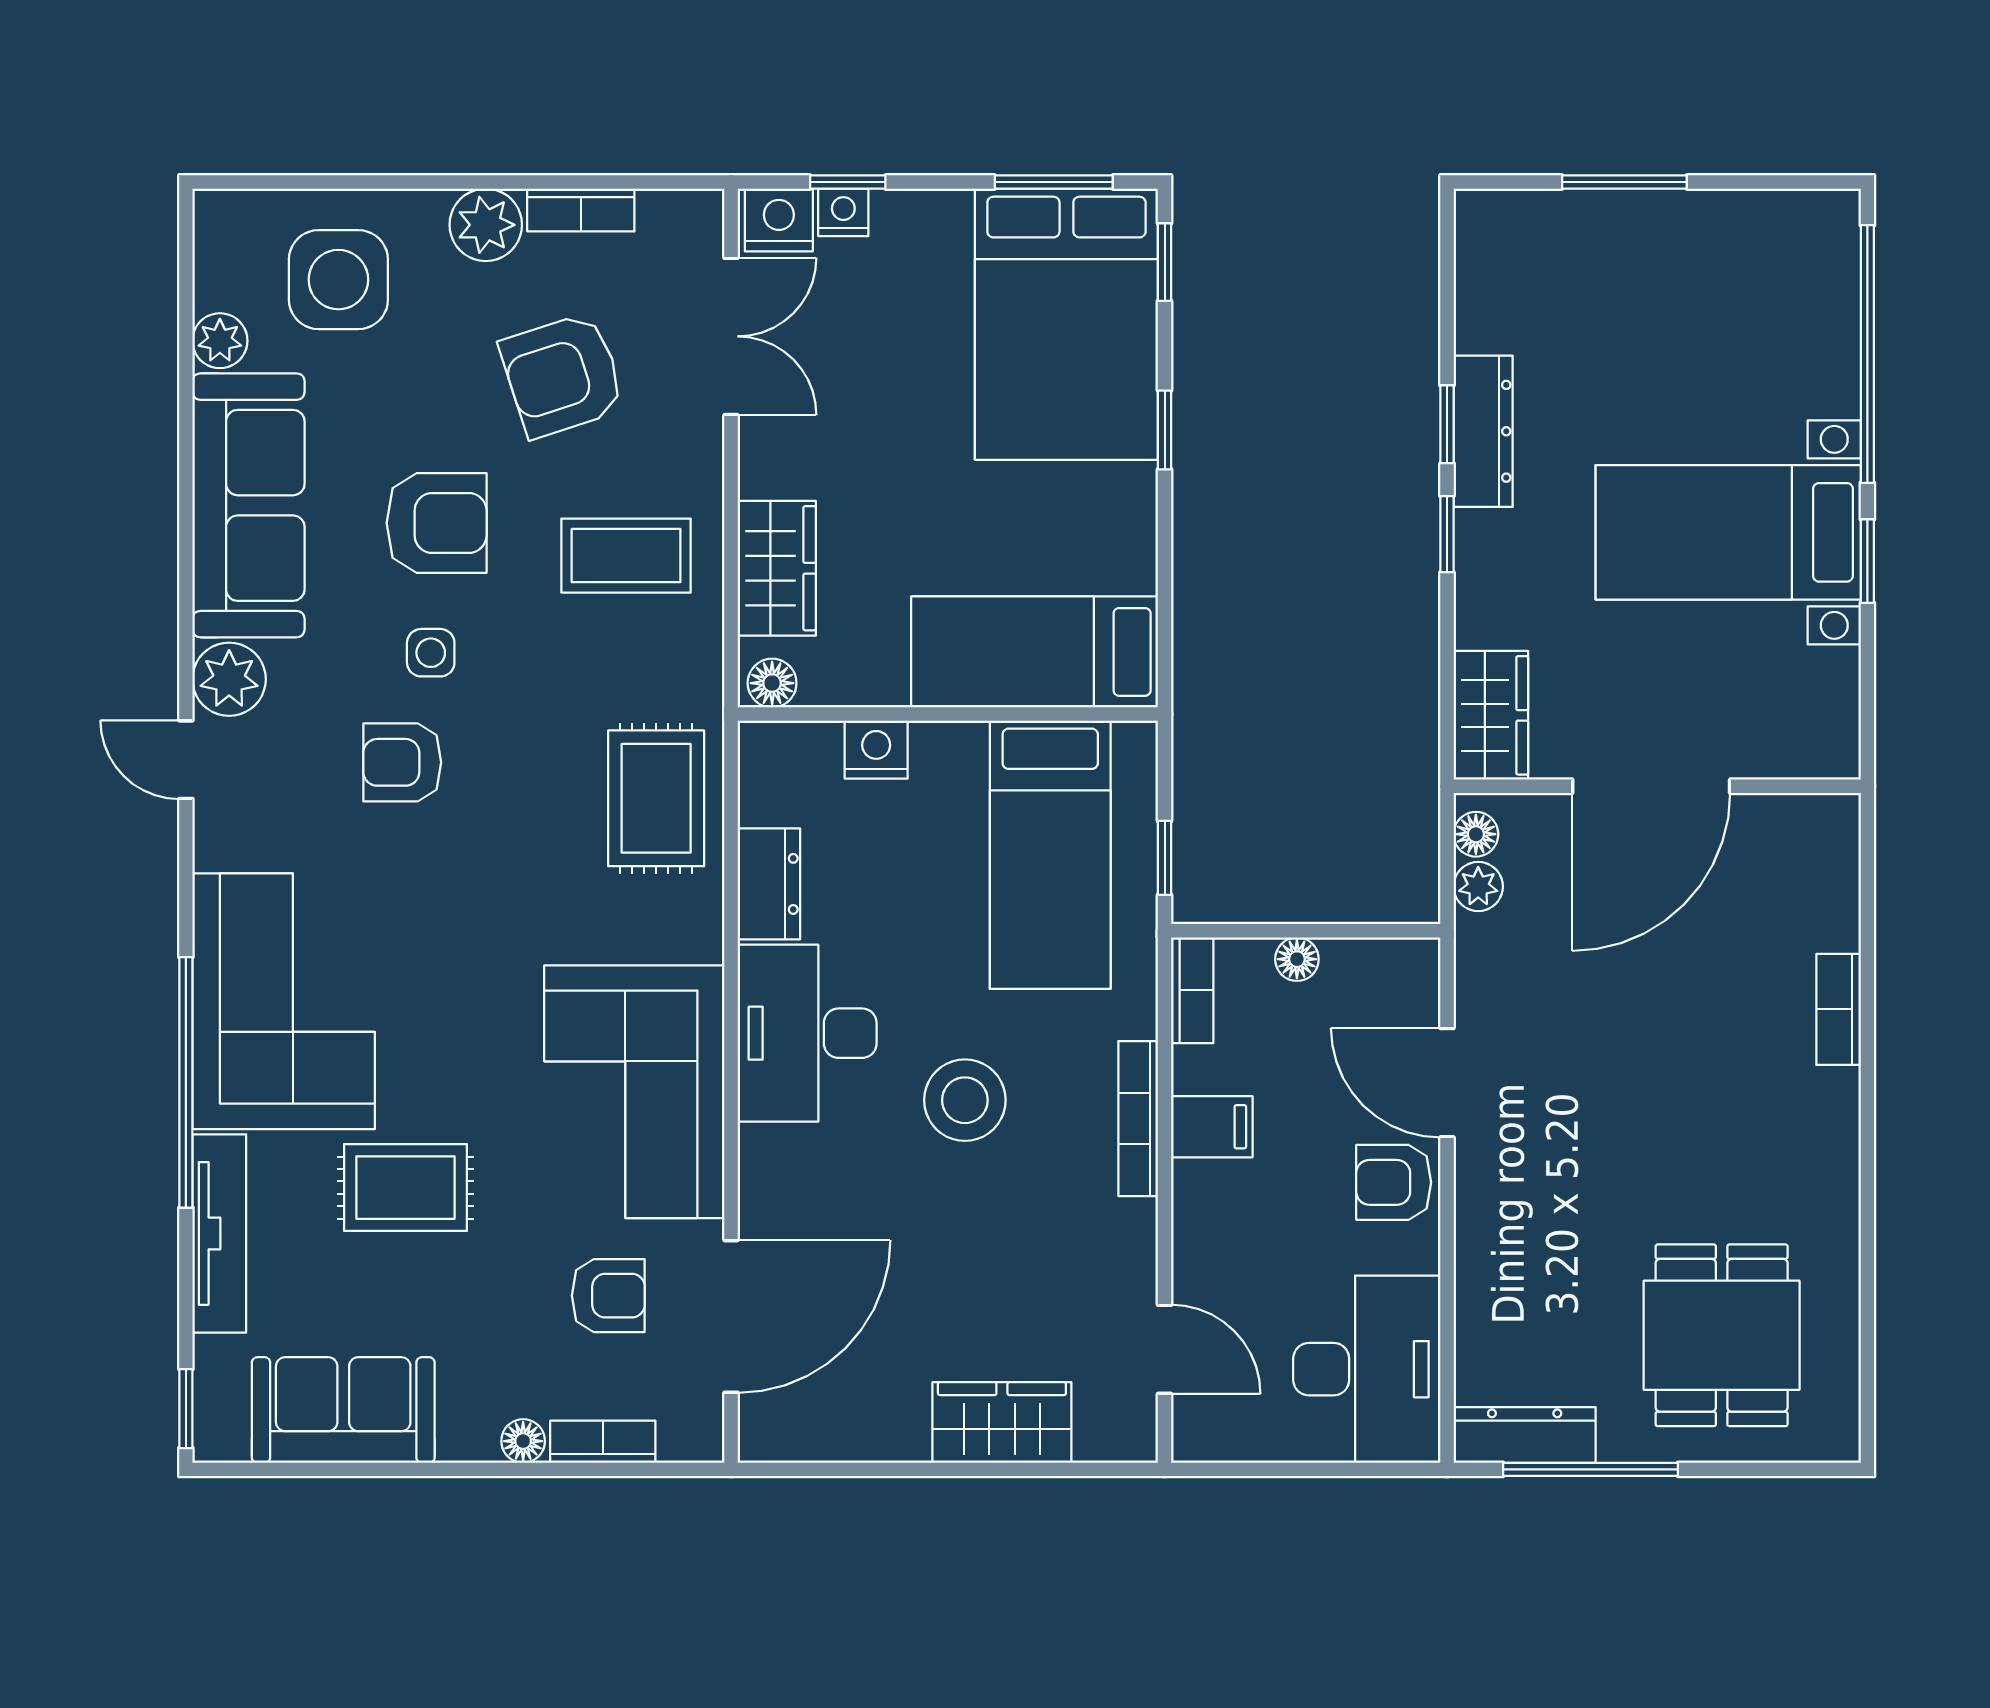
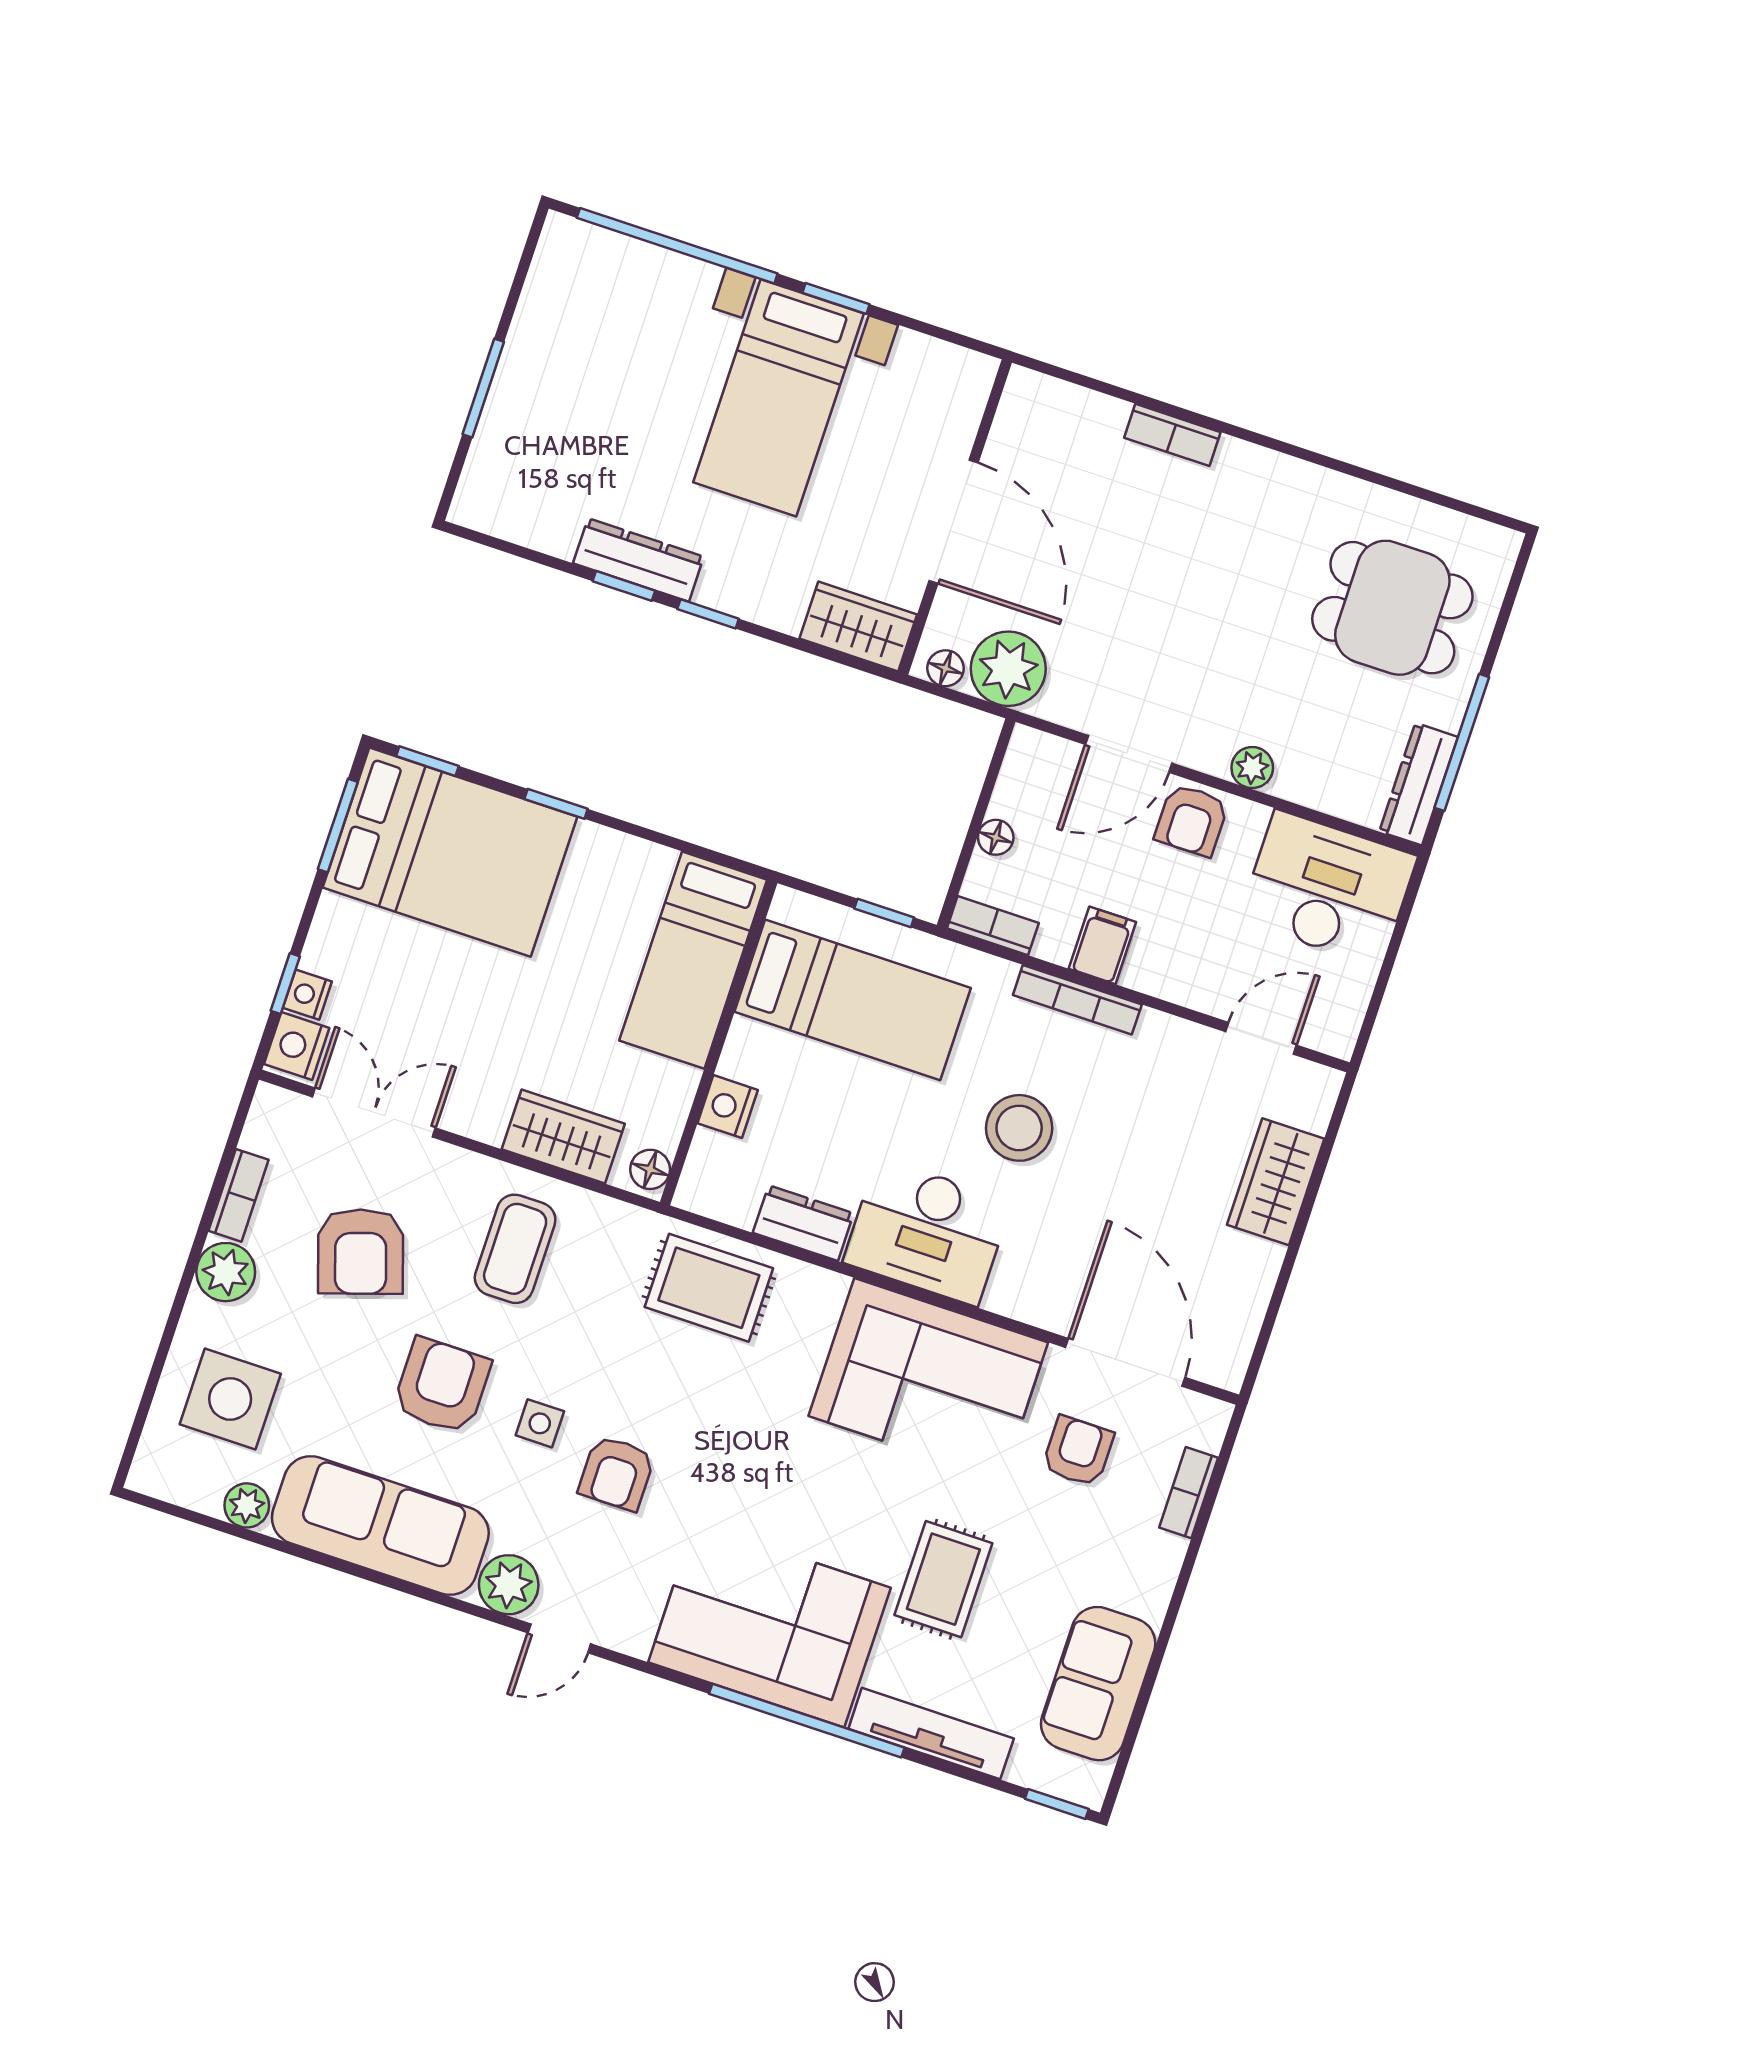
plant: (1478, 887) -> (1008, 669), width x1.88, depth x1.88
plant: (1479, 1233) -> (1252, 768), added
floor lamp: (523, 1441) -> (1168, 1554), removed

